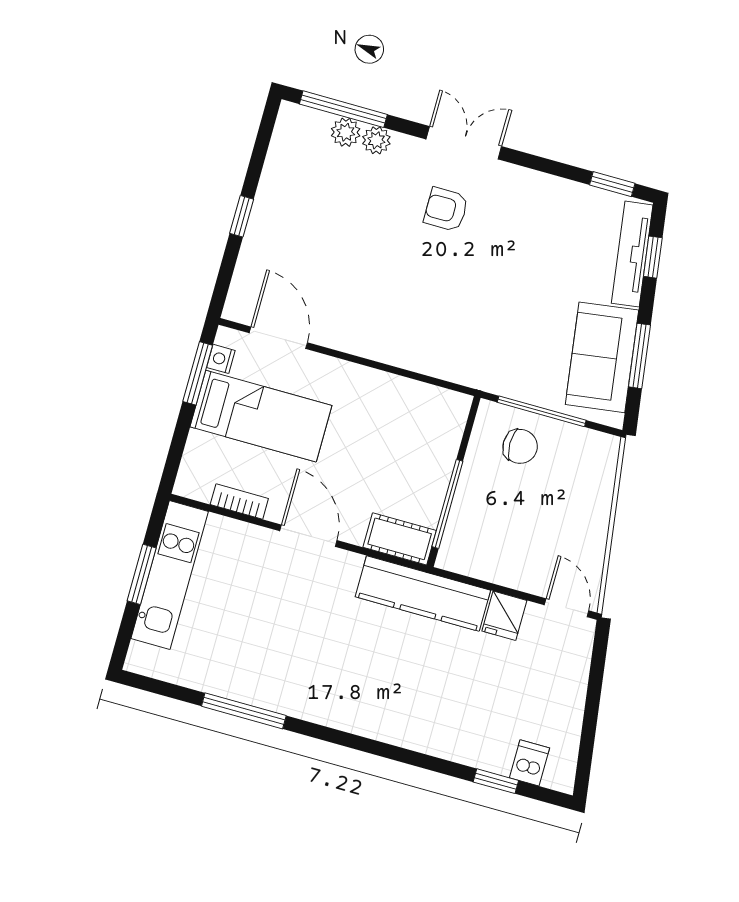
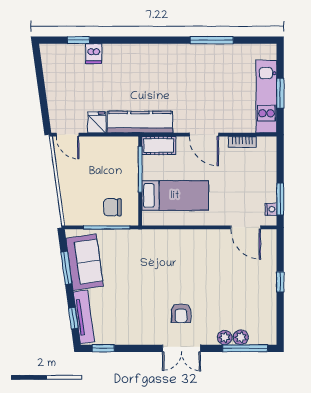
armchair: (446, 209) -> (181, 313), turned 90
bed: (261, 416) -> (175, 196), moved, turned 180
dishwasher: (529, 763) -> (94, 54), moved

